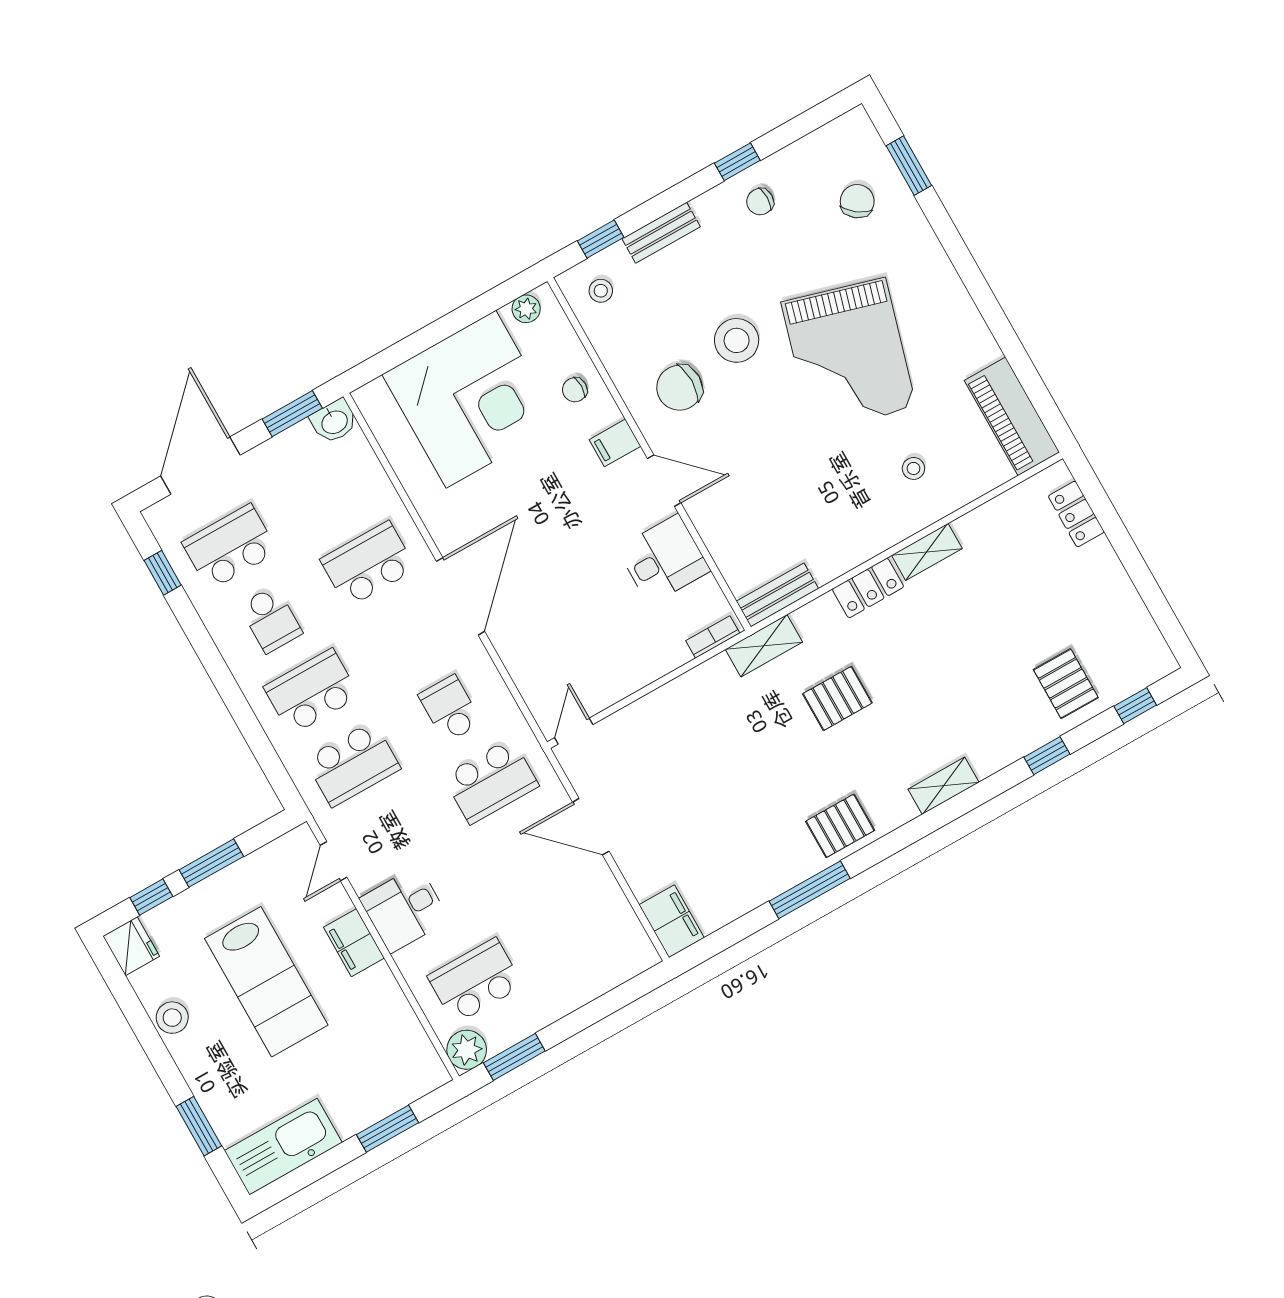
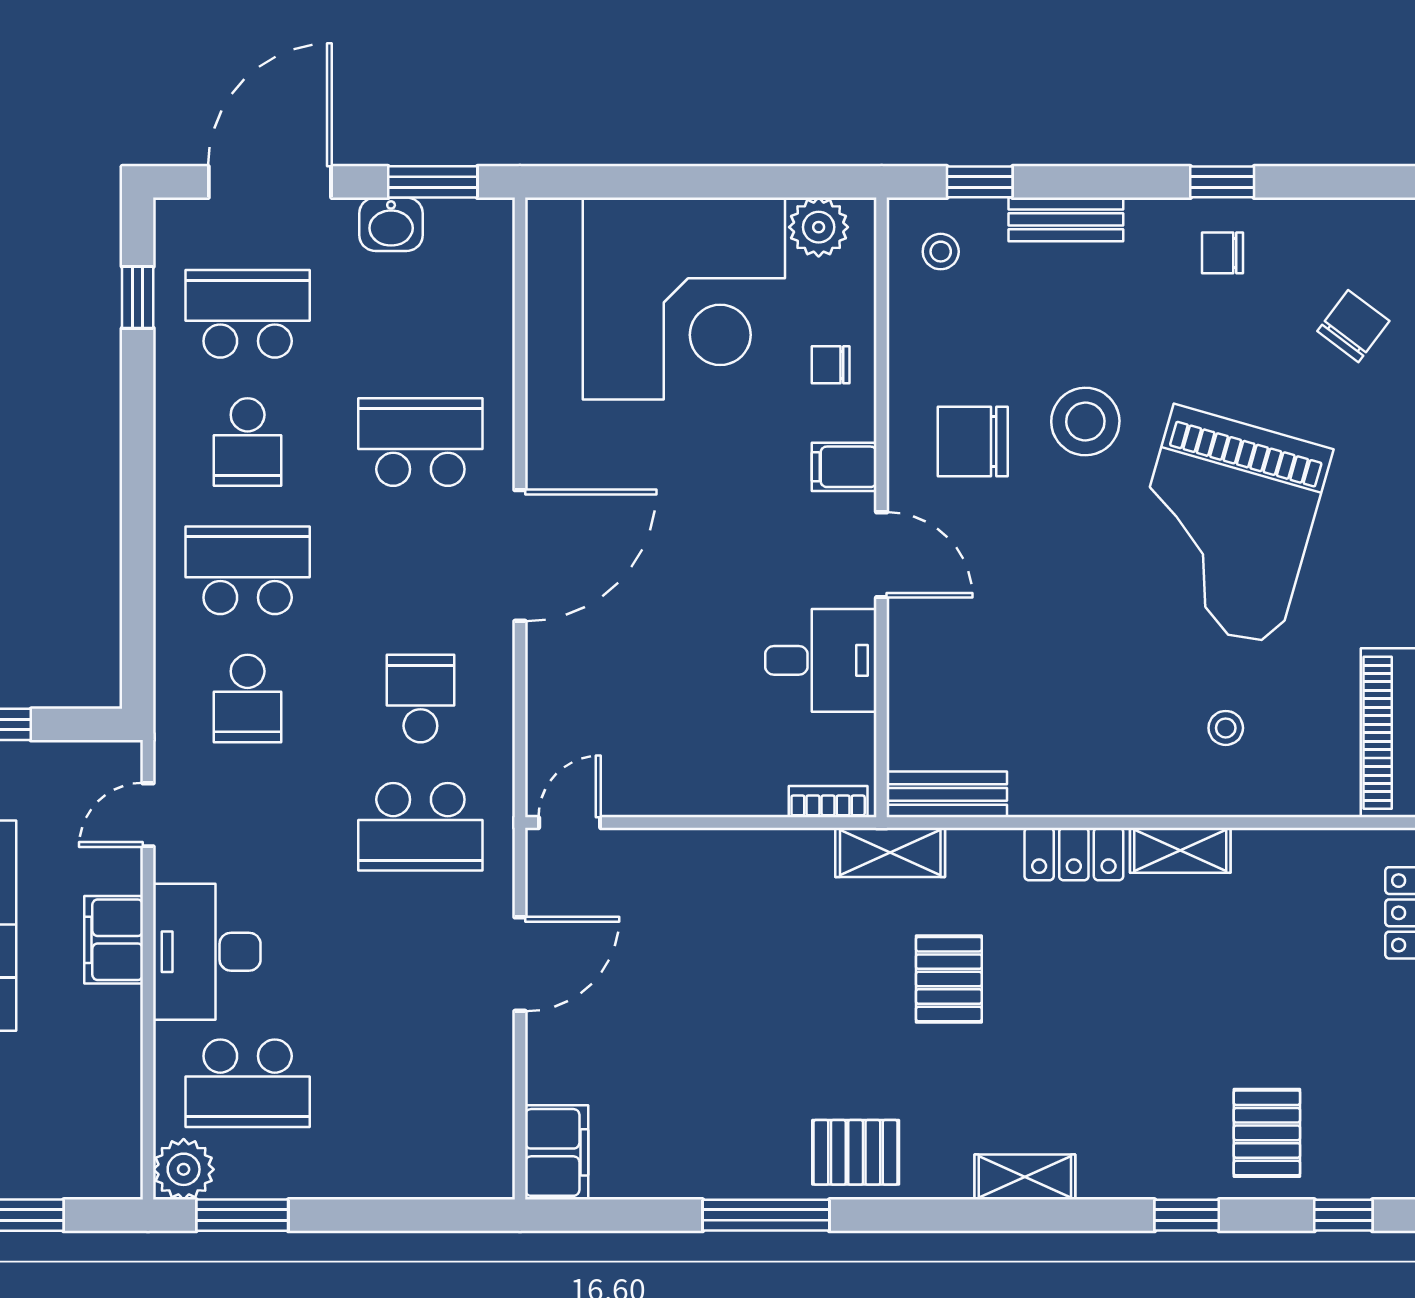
plant: (526, 309) -> (819, 227), width x1.38, depth x1.38
washbasin: (334, 421) -> (391, 224), moved
pallet: (837, 698) -> (949, 979), turned 90
school desk: (353, 764) -> (248, 699), width x0.54
door: (591, 827) -> (520, 964), swing flipped
desk: (404, 909) -> (207, 952), width x1.37
school desk: (475, 981) -> (248, 1083), turned 180

